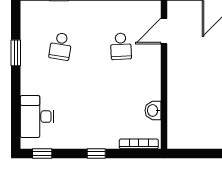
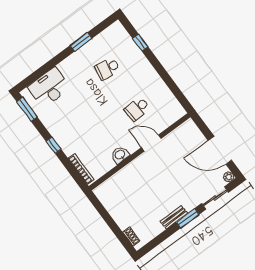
door: (164, 31) -> (151, 143), moved
washbasin: (153, 110) -> (120, 155), moved
window: (42, 154) -> (27, 109), width x1.50

